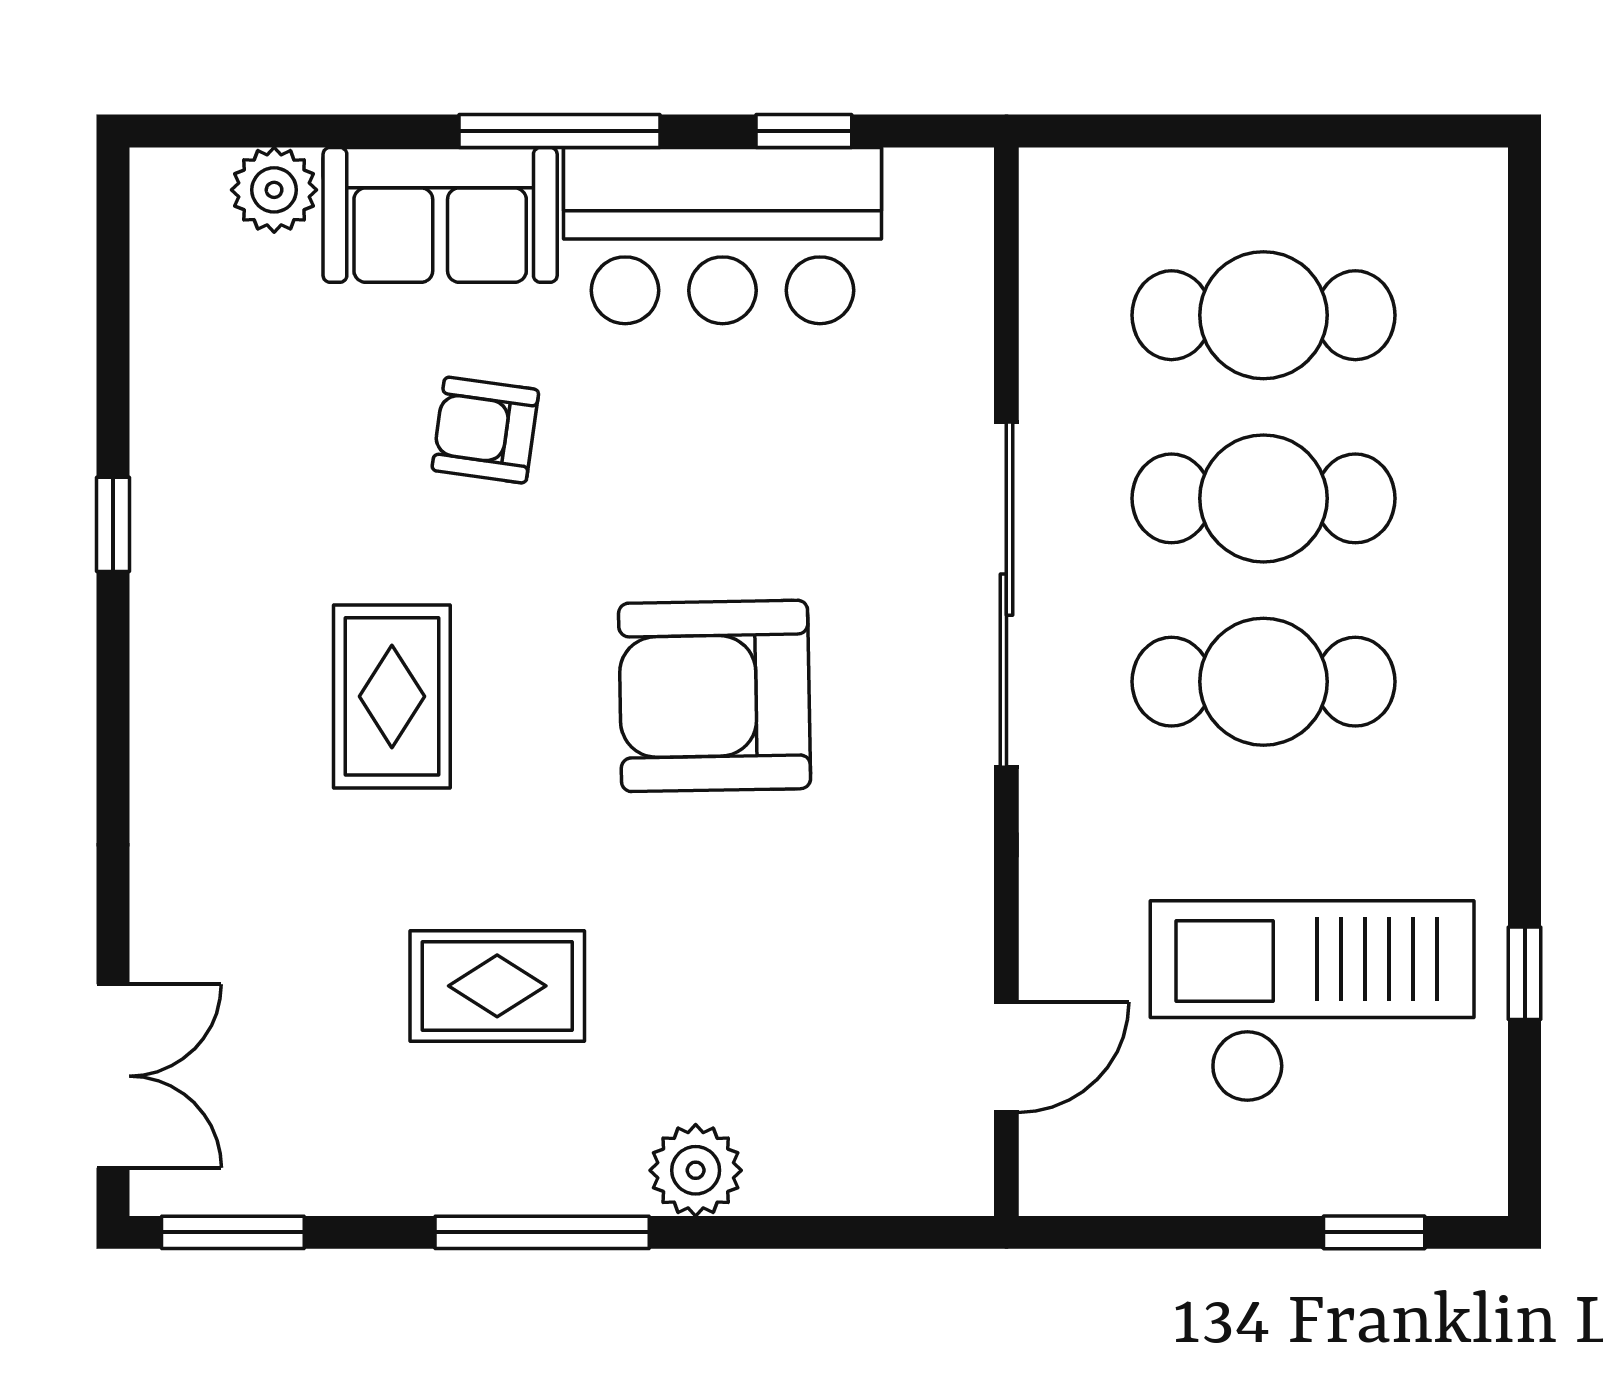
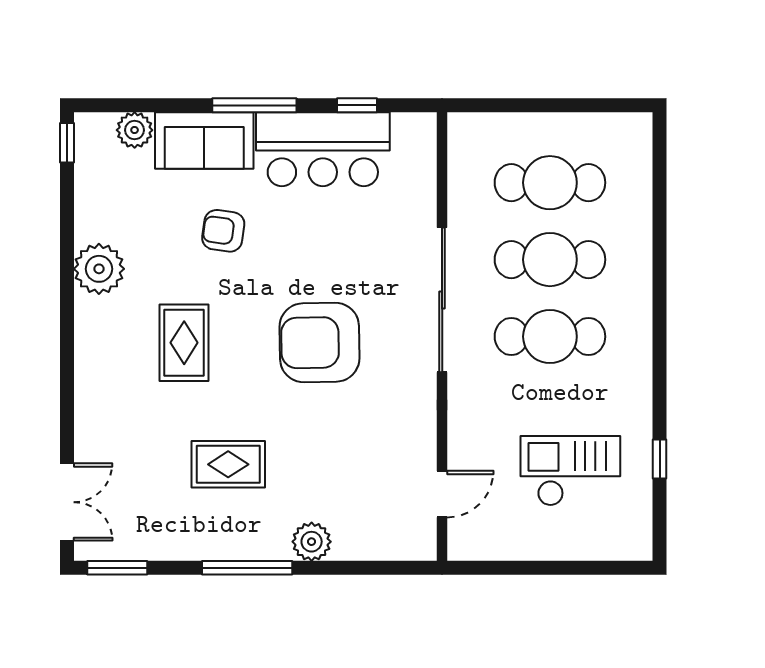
plant: (189, 520) -> (99, 269), added
window: (113, 524) -> (67, 143), moved
checkout: (1312, 1001) -> (570, 471), width x0.73, depth x0.83
window: (1374, 1232) -> (596, 568), removed

